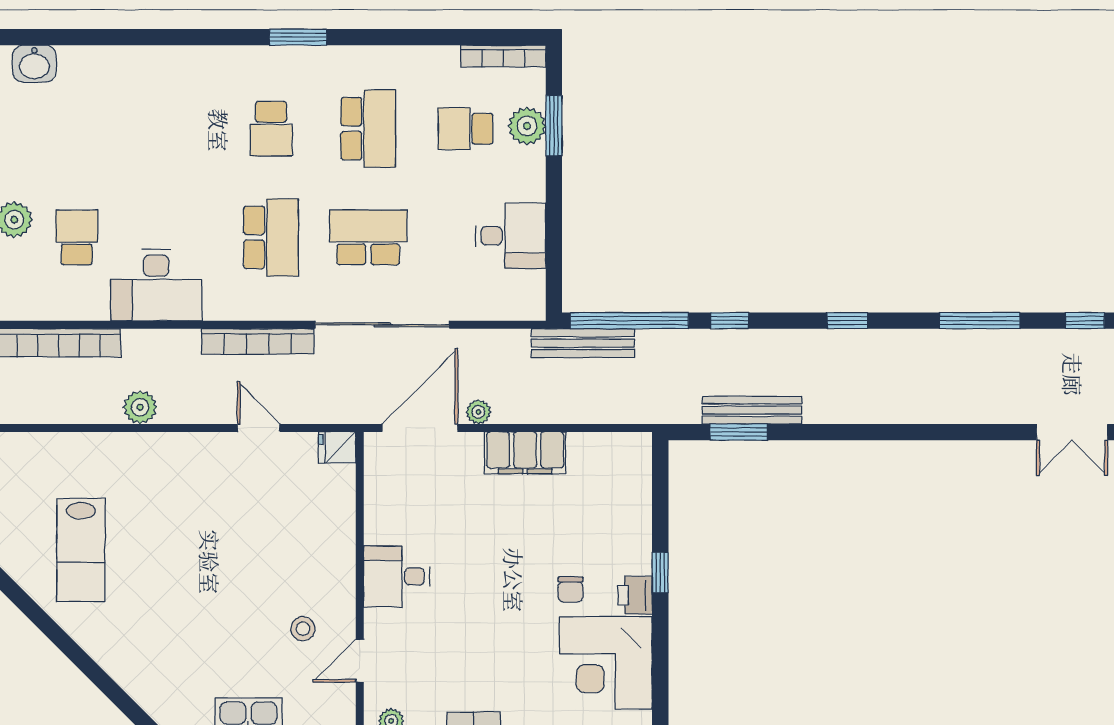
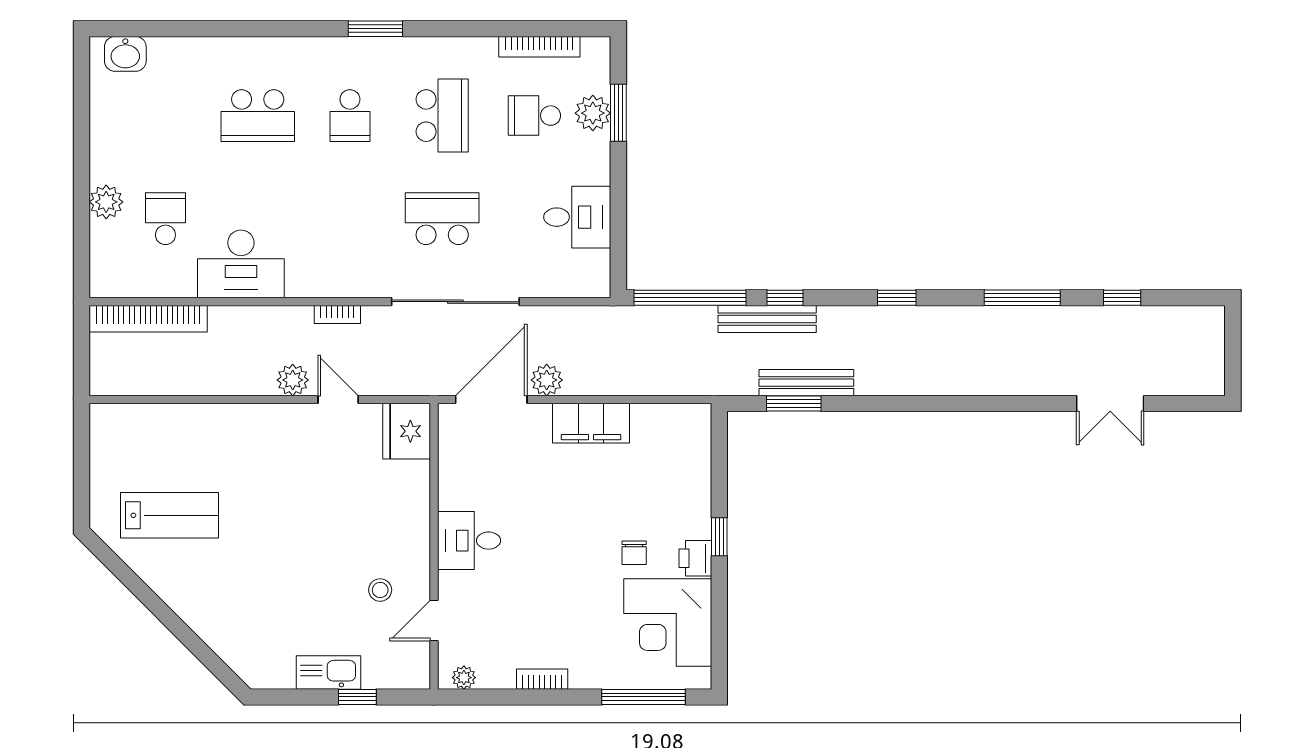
bookcase: (503, 56) -> (539, 47), moved
school desk: (271, 237) -> (258, 116), moved, turned 90
bookcase: (258, 341) -> (337, 315), width x0.43, depth x0.76
bench: (583, 343) -> (767, 319), moved
plant: (140, 407) -> (293, 380), moved
plant: (478, 412) -> (547, 380), width x1.38, depth x1.38
fridge: (337, 447) -> (407, 431), width x1.88, depth x1.34
lab bench: (81, 550) -> (170, 515), turned -90

